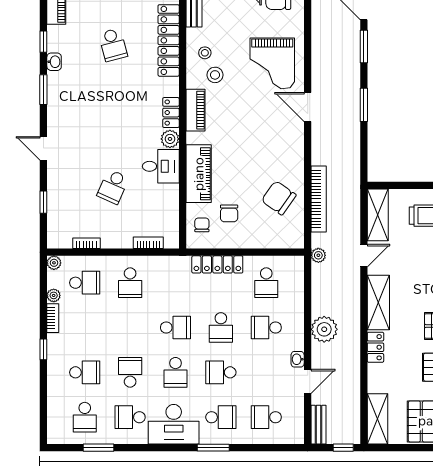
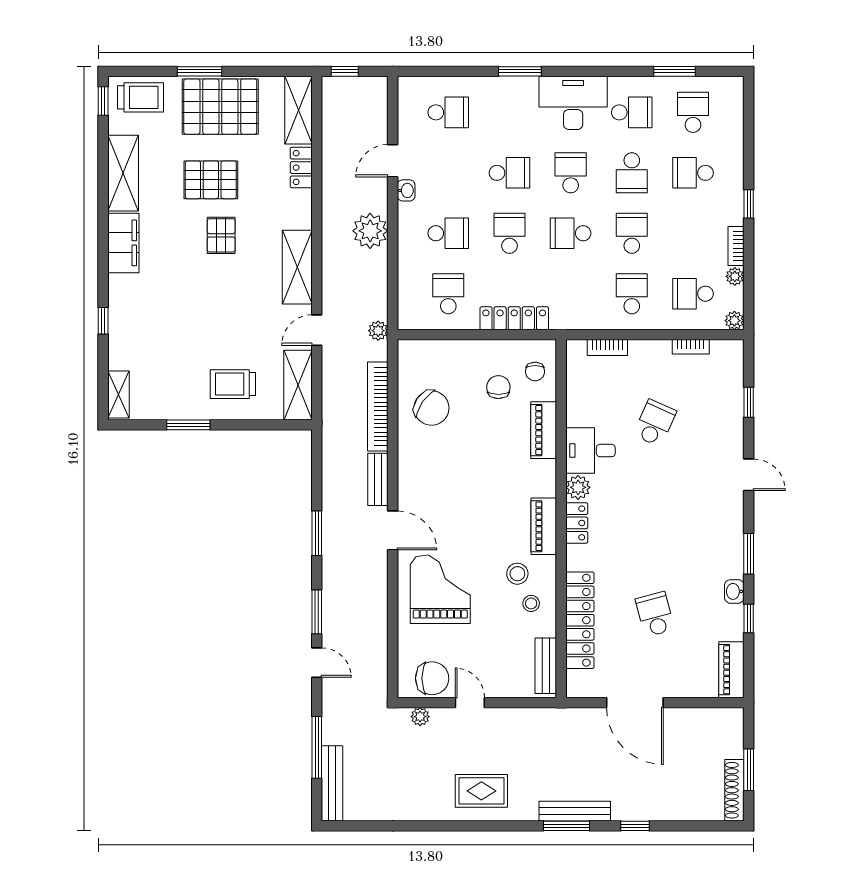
piano: (199, 174) -> (544, 430), width x0.73, depth x0.75
locker: (375, 347) -> (301, 168), moved
school desk: (221, 417) -> (632, 233), moved, turned 90
bench: (318, 425) -> (378, 479), moved

